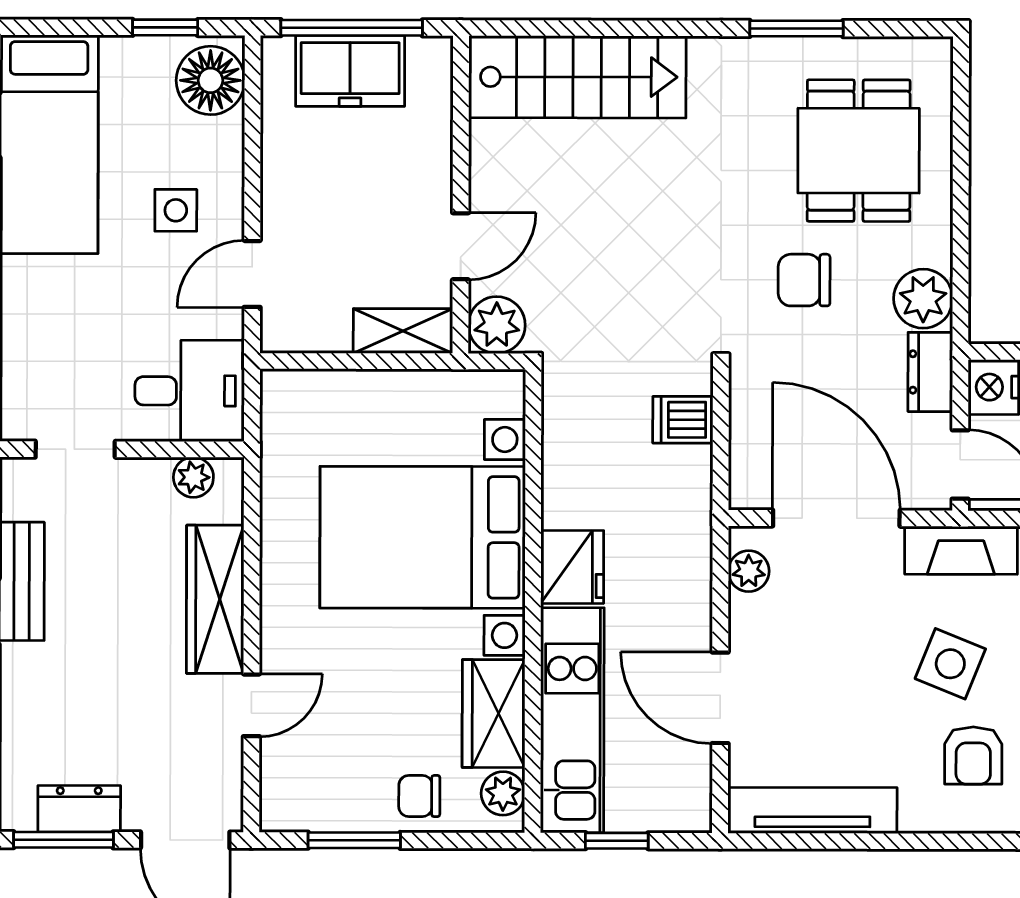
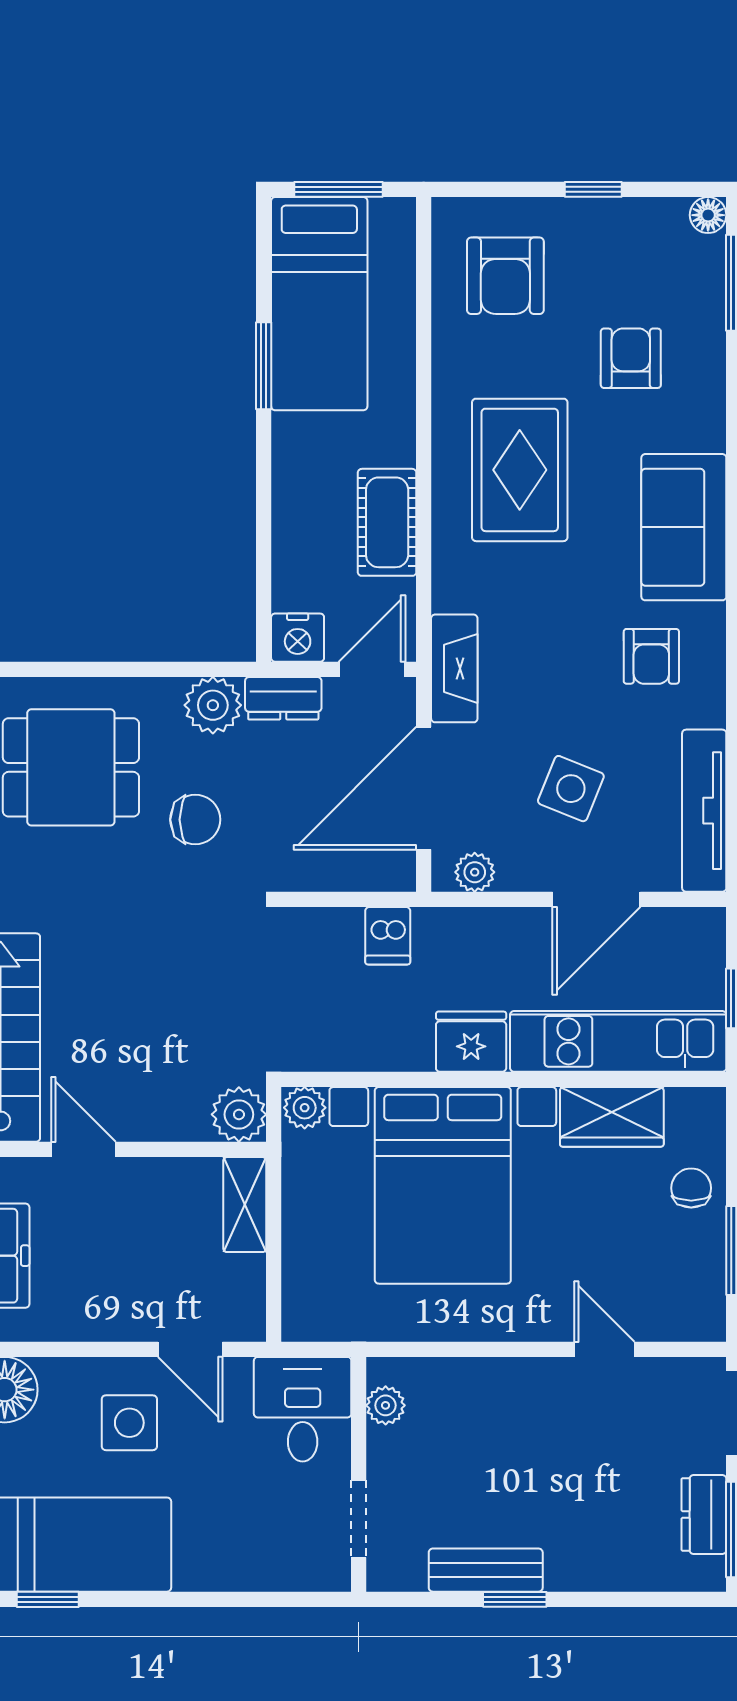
side table: (176, 210) -> (129, 1423), width x1.37, depth x1.37
door: (461, 246) -> (84, 1149), moved
chair: (804, 280) -> (195, 820), turned -90
dishwasher: (683, 420) -> (388, 936), moved
wardrobe: (215, 599) -> (503, 1384), removed
side table: (950, 664) -> (571, 789), moved
armchair: (973, 755) -> (651, 656), turned 90
plant: (503, 793) -> (305, 1108), moved
chair: (419, 796) -> (691, 1188), turned 180

